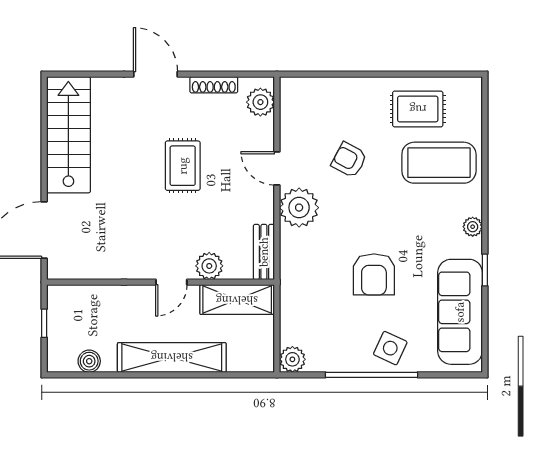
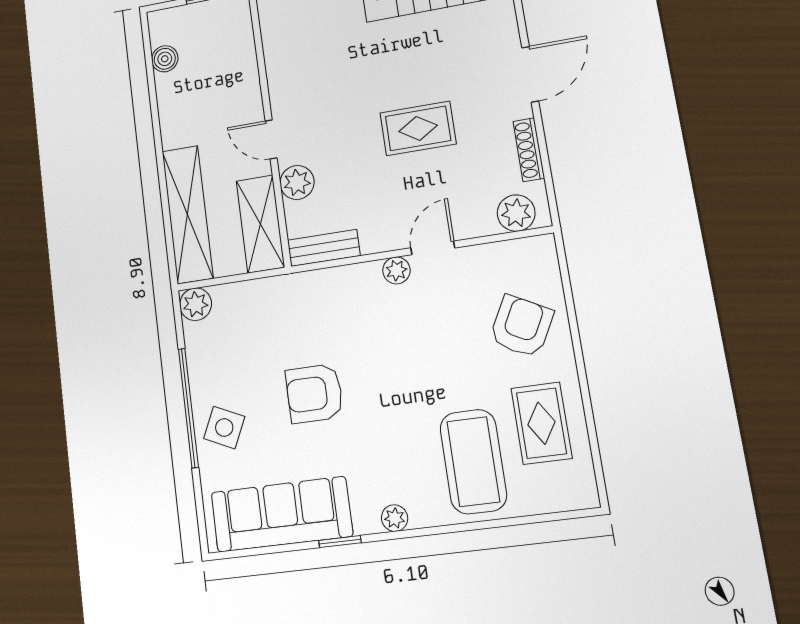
armchair: (349, 160) -> (521, 326), moved, width x1.38, depth x1.38
plant: (299, 208) -> (396, 270), width x0.53, depth x0.53
shelving: (172, 357) -> (187, 214), moved

